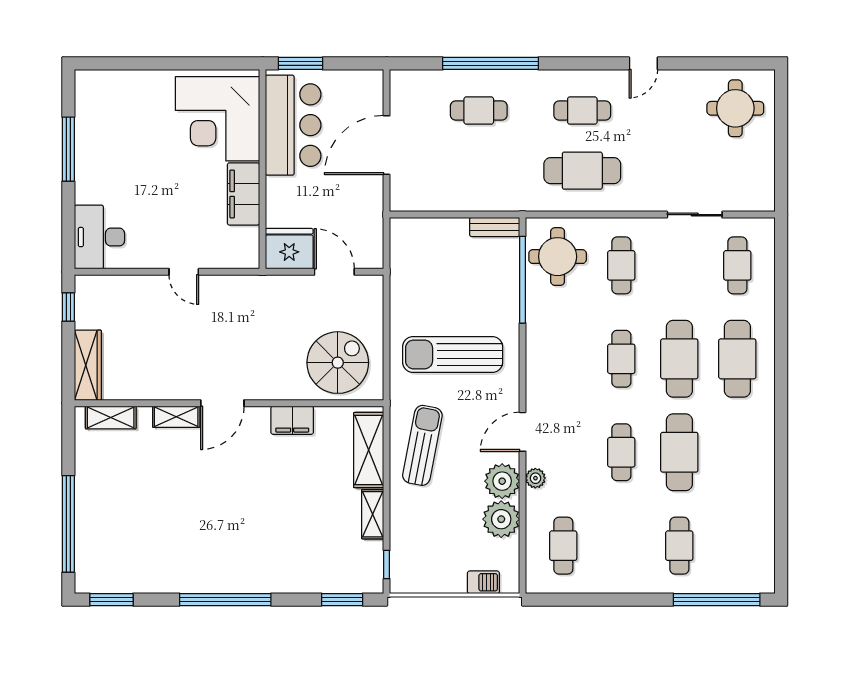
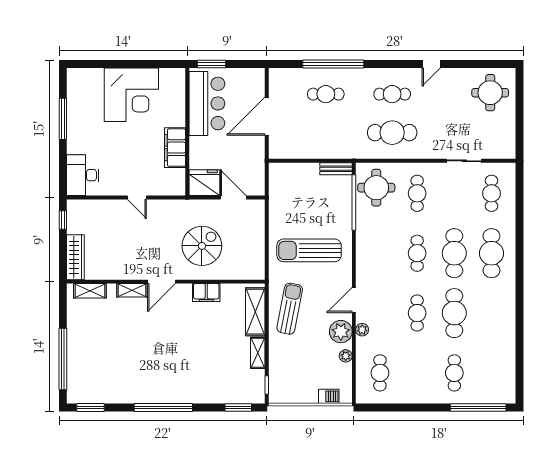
corner desk: (217, 119) -> (131, 95), moved, turned -90
spiral stairs: (338, 363) -> (202, 246), moved
plant: (501, 519) -> (346, 356), width x0.53, depth x0.53

